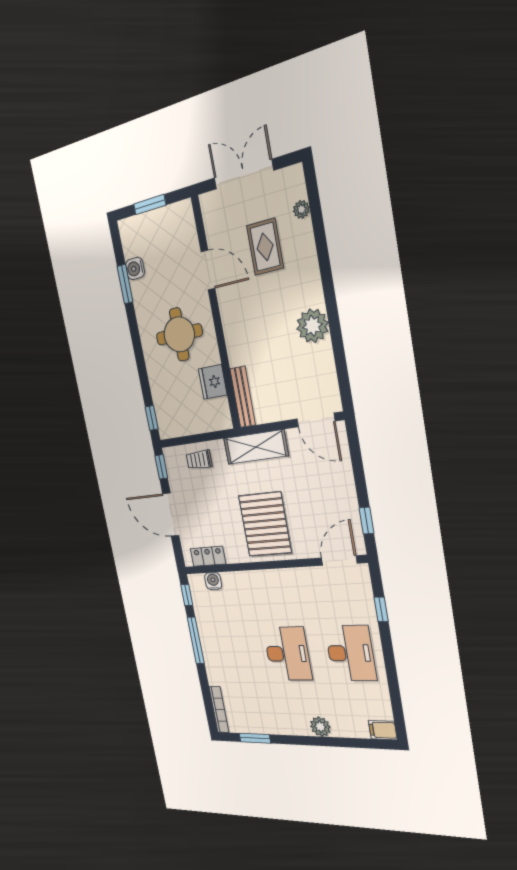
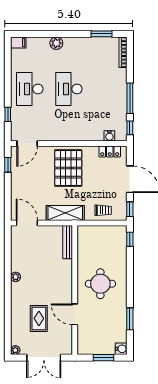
plant: (301, 209) -> (15, 350), moved
water cooler: (135, 268) -> (121, 349), moved
plant: (312, 326) -> (16, 277), width x0.53, depth x0.53
fridge: (213, 382) -> (85, 253), removed

